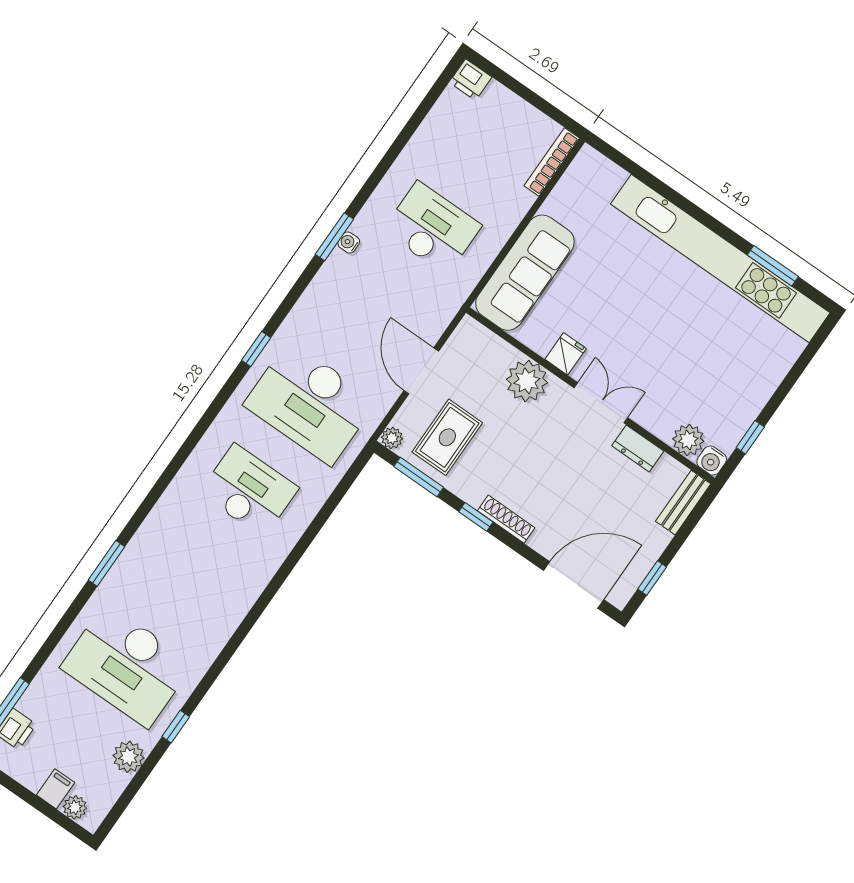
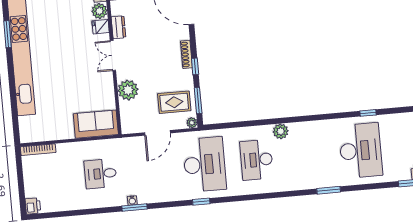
desk: (432, 228) -> (100, 174), width x0.73
sofa: (525, 273) -> (96, 124), width x0.73
fridge: (566, 354) -> (101, 27), moved
plant: (128, 757) -> (281, 131), moved

